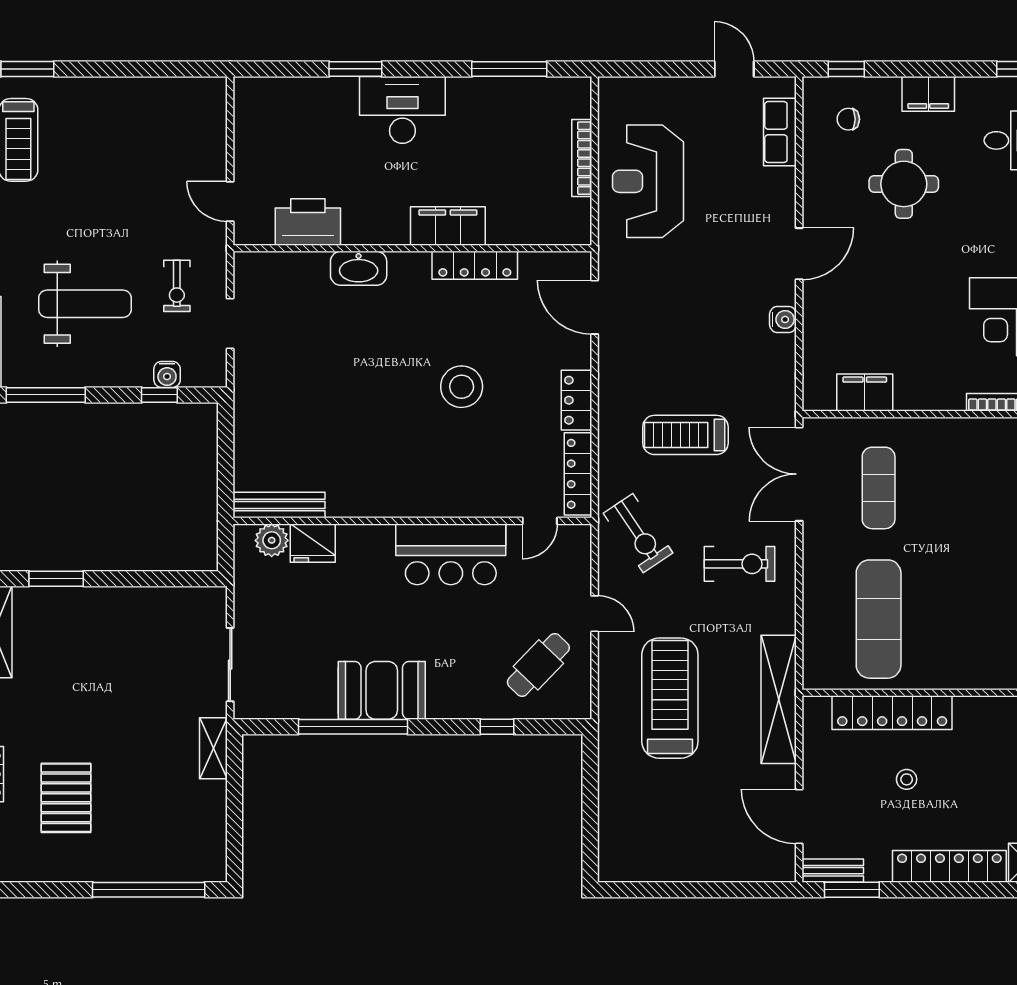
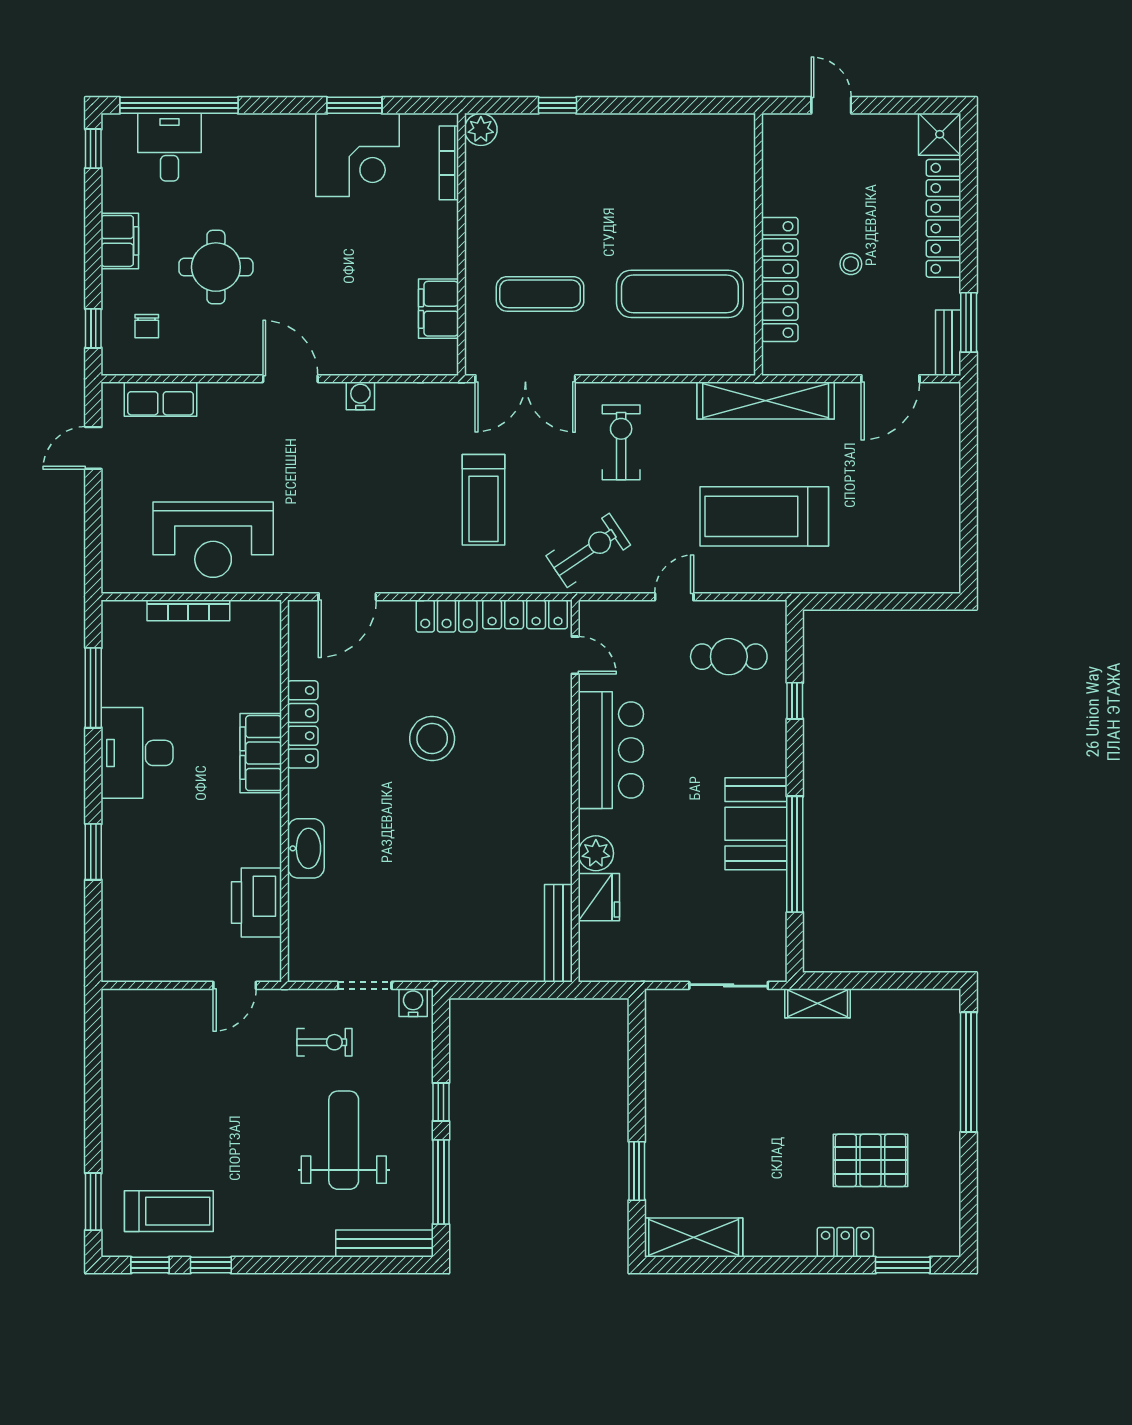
desk: (402, 110) -> (137, 753), moved
water cooler: (167, 374) -> (413, 1003), moved, turned -90
window: (159, 395) -> (441, 1102), moved
plant: (272, 540) -> (596, 853), moved
cafe table: (538, 665) -> (729, 657), turned -44

